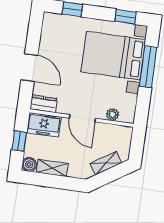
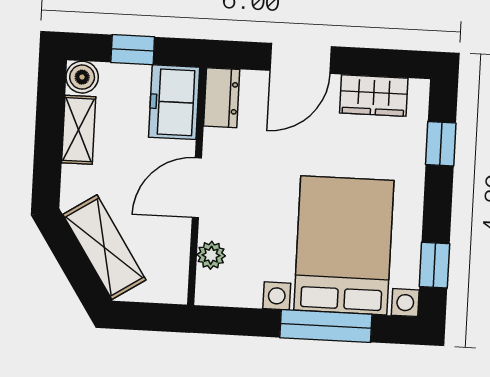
wardrobe: (49, 37) -> (374, 96), added
shelving: (106, 163) -> (104, 247), width x1.50, depth x1.33

